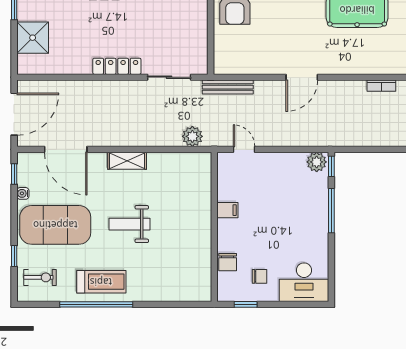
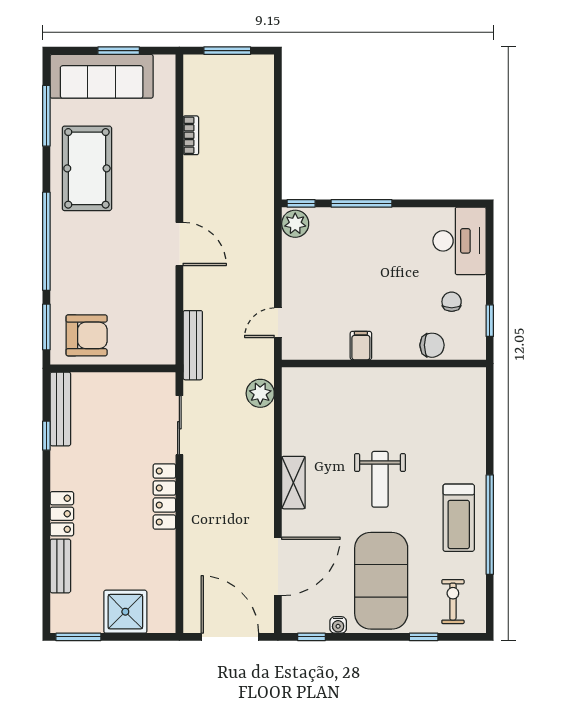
treadmill: (101, 282) -> (459, 518), turned 180

